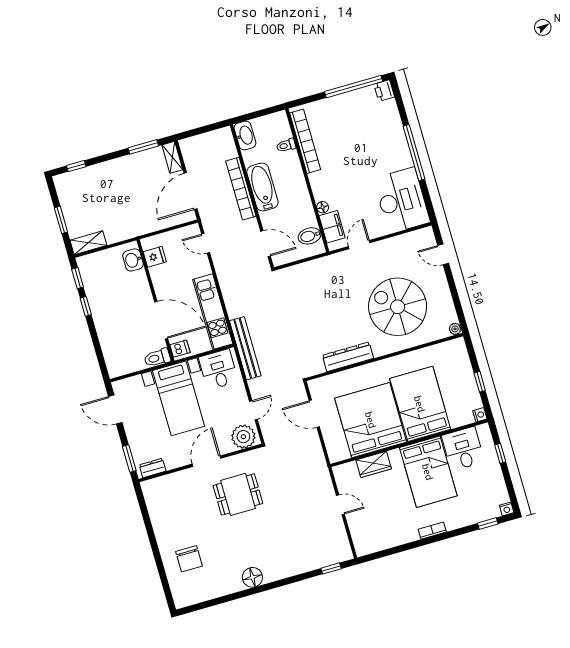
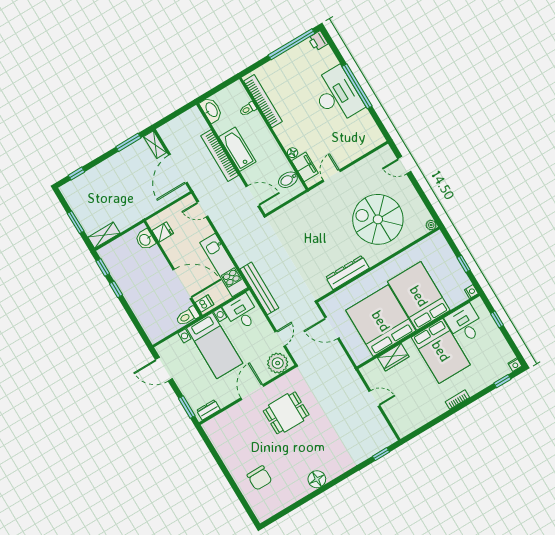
desk: (402, 200) -> (337, 95), moved

